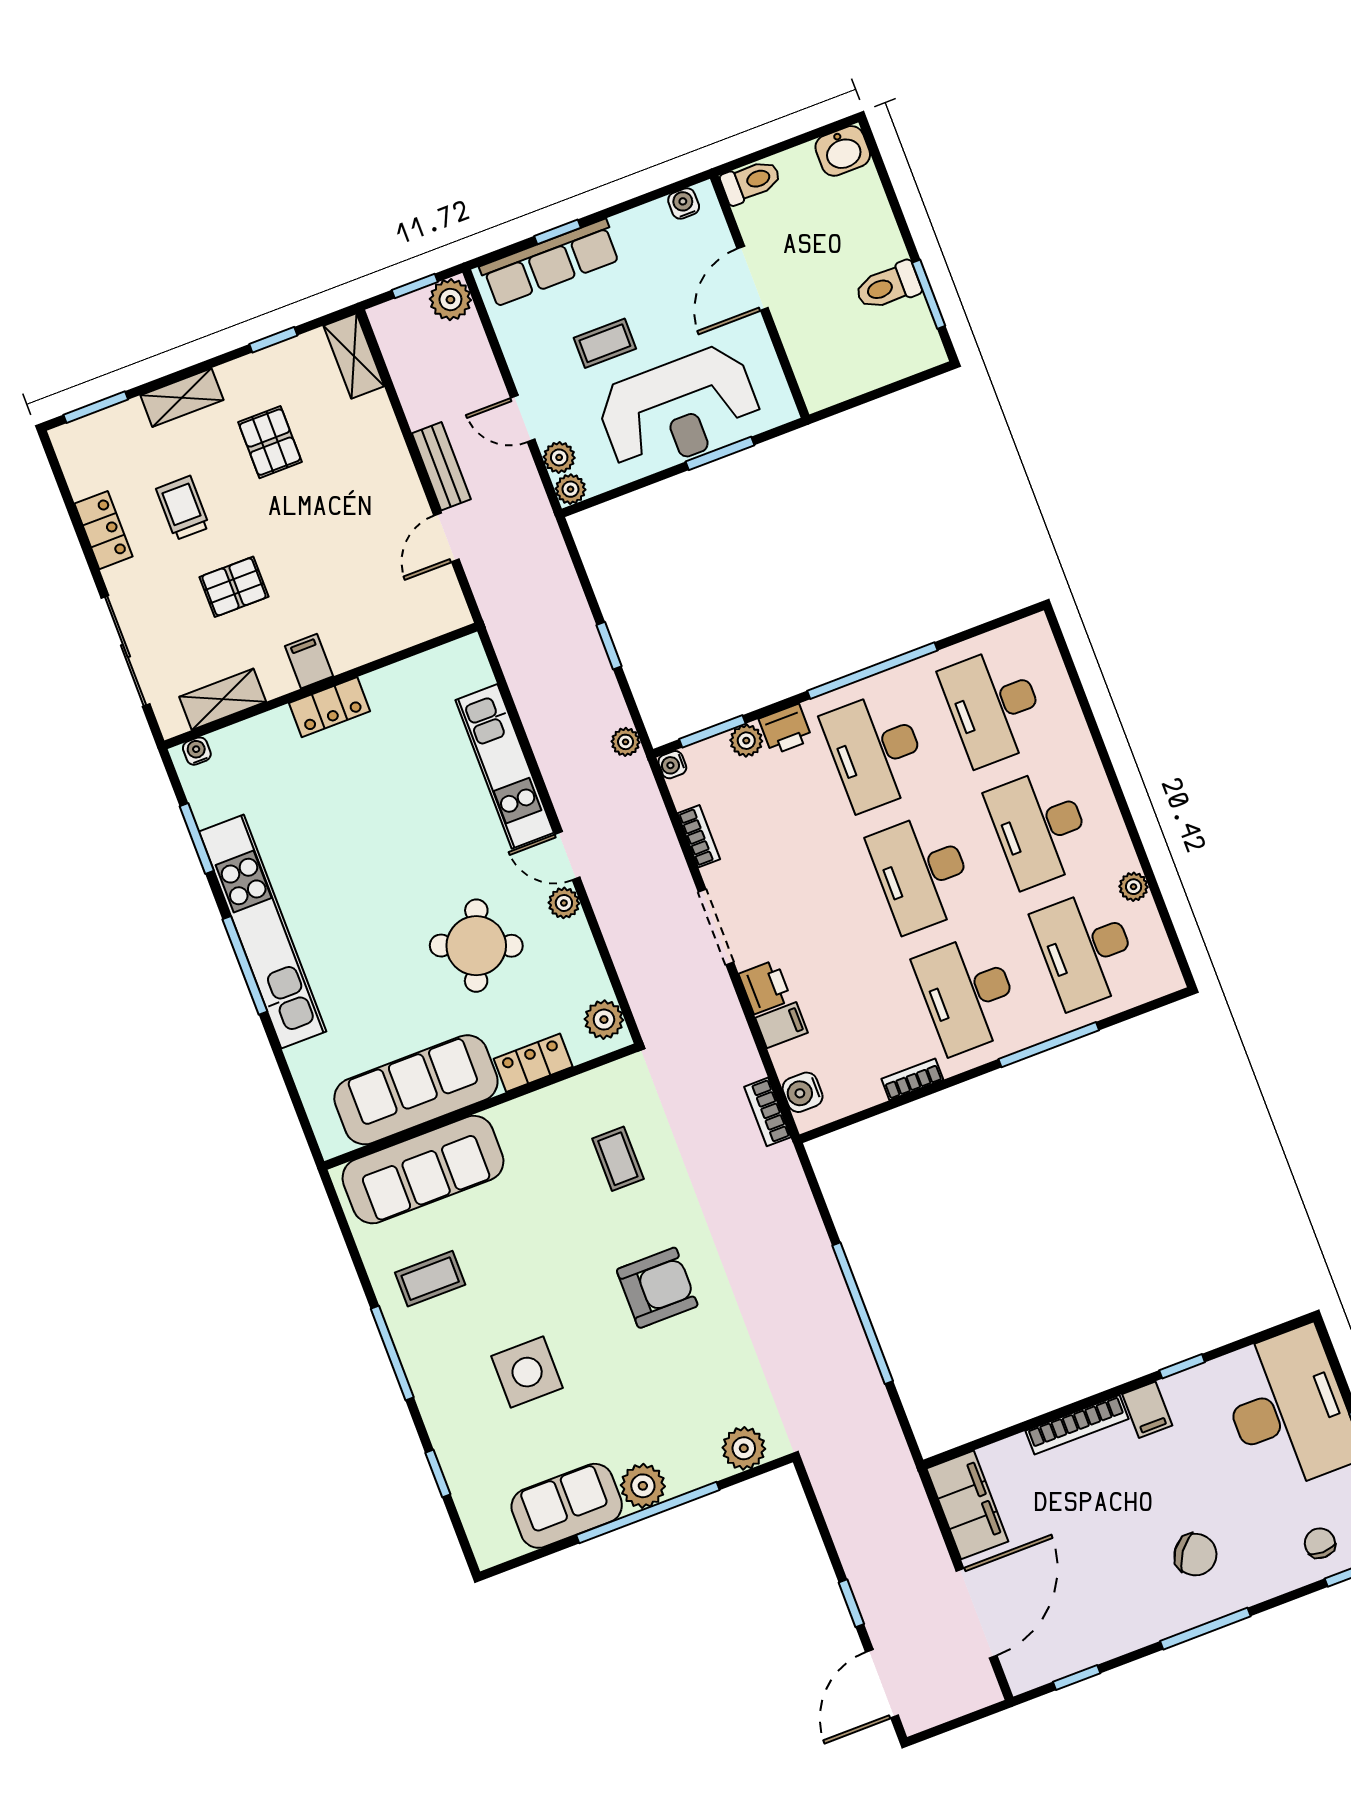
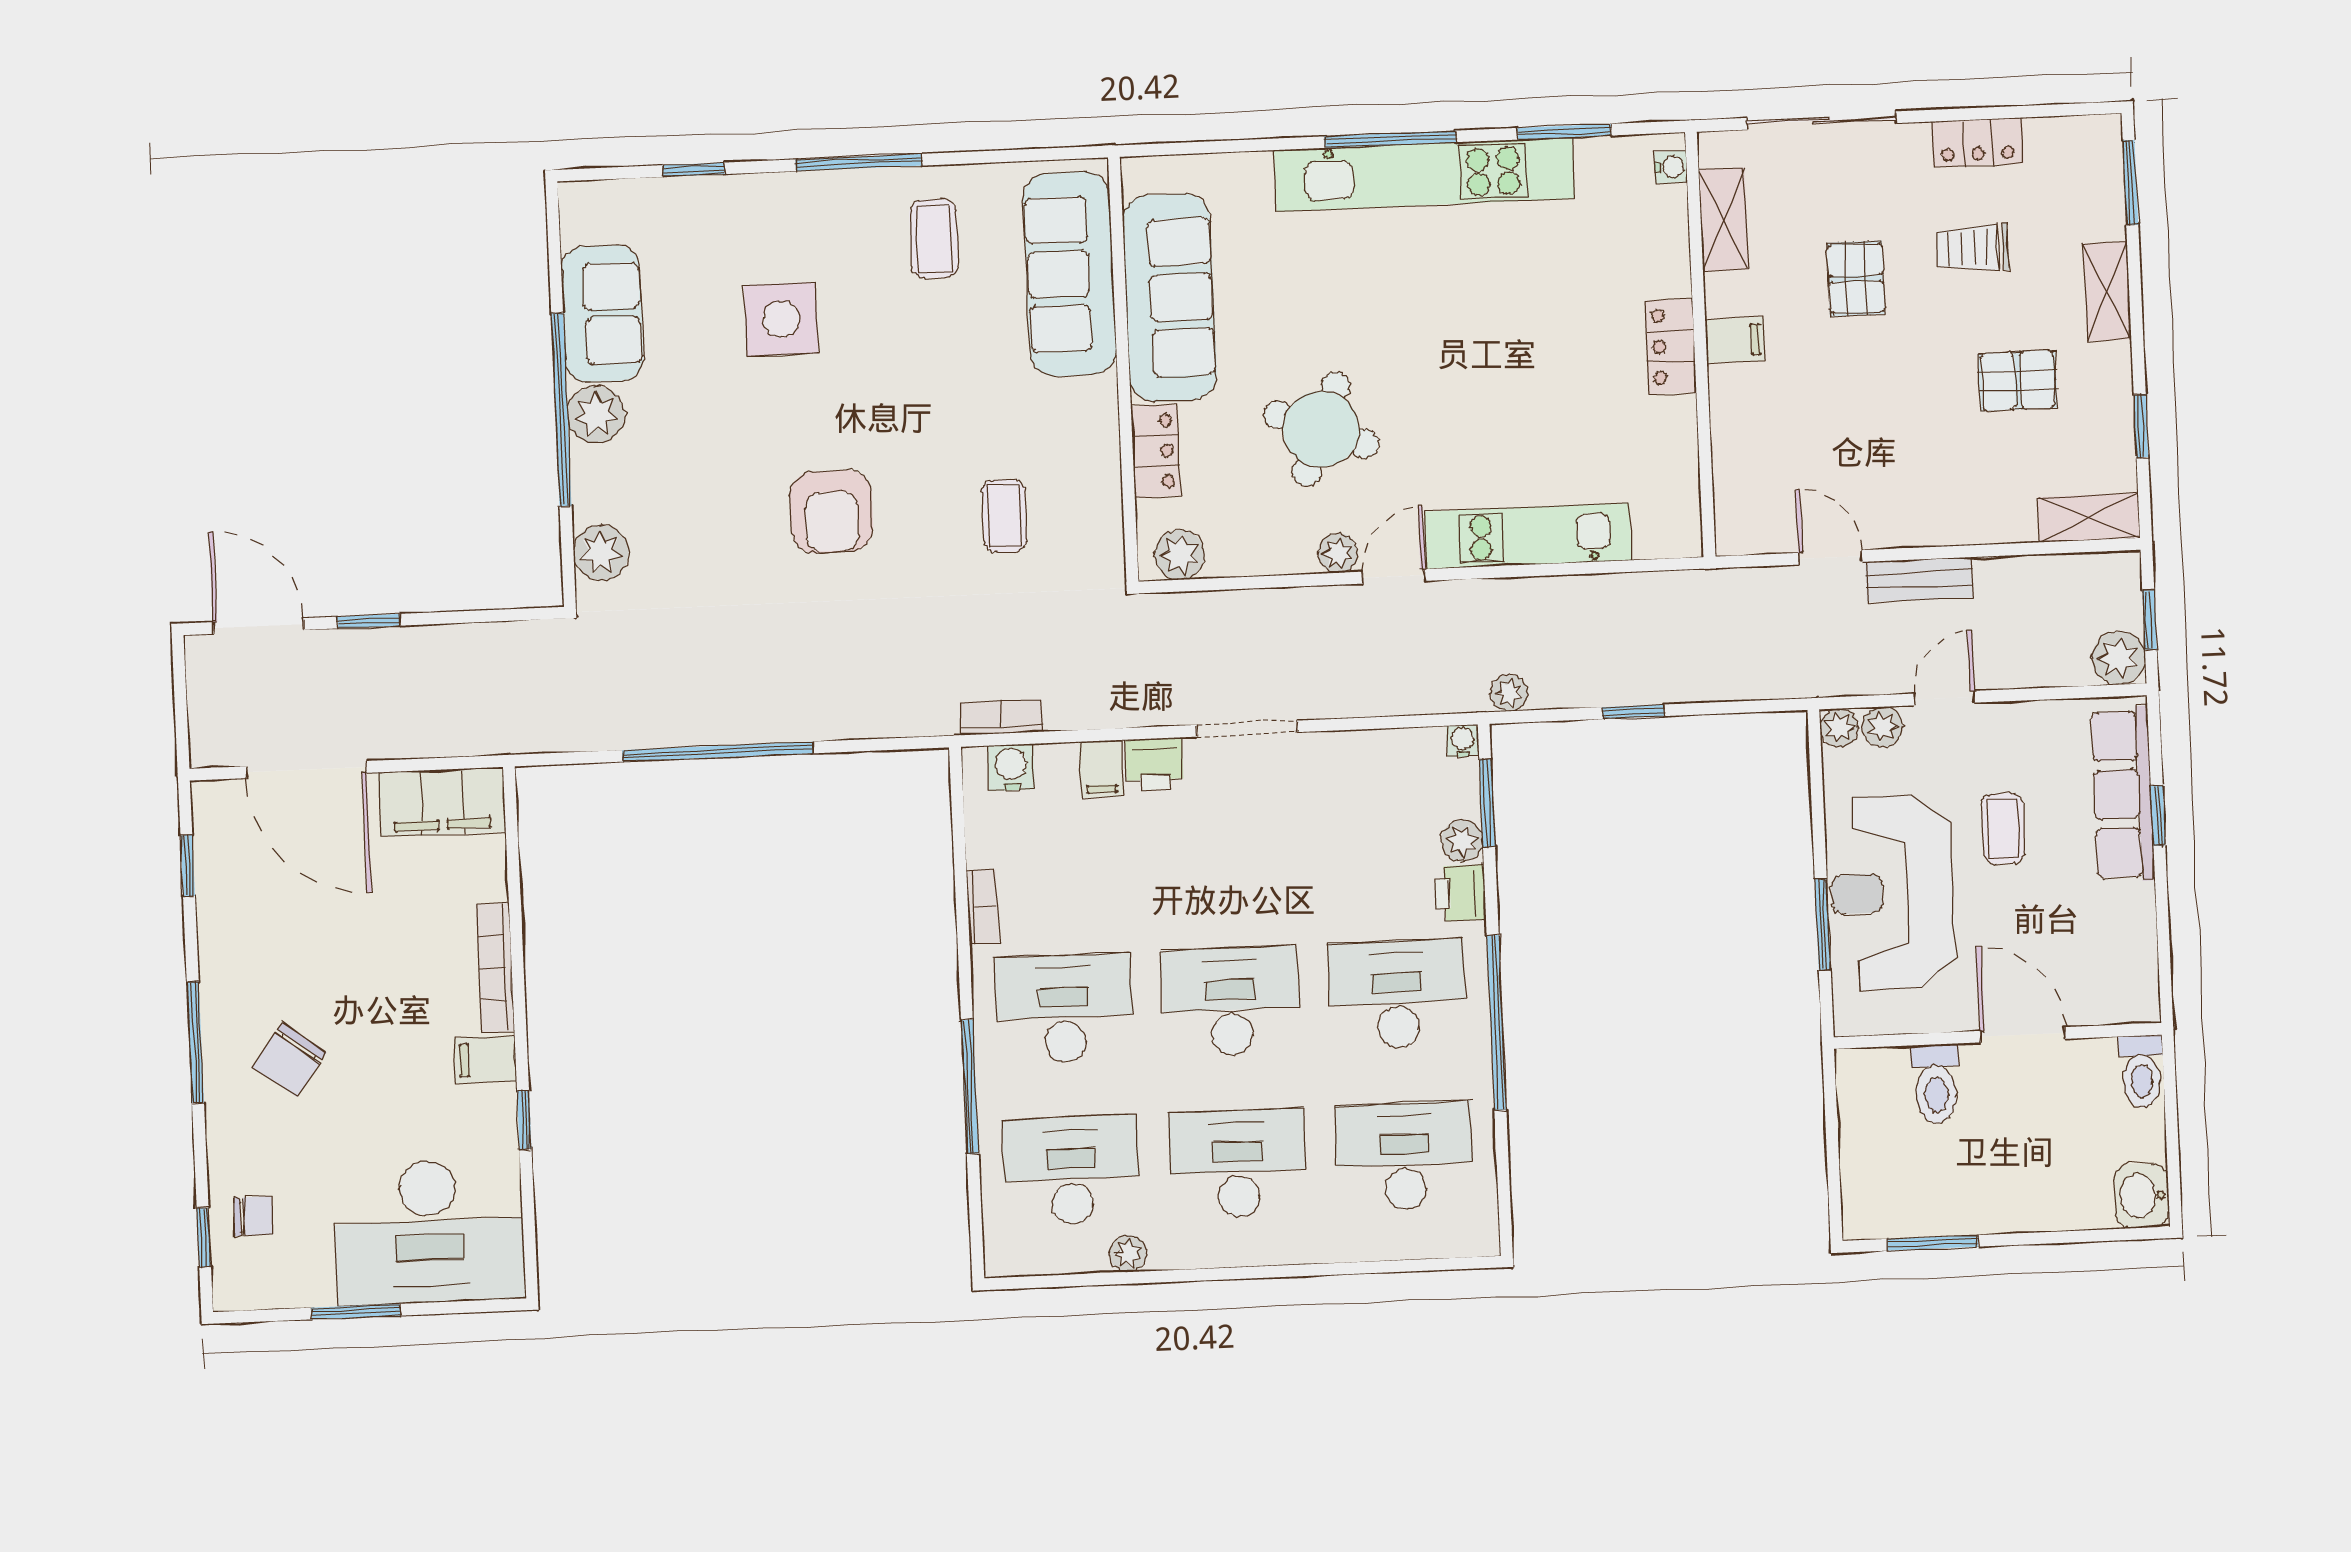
water cooler: (684, 203) -> (2142, 981), removed
toilet: (888, 286) -> (1936, 1084), moved, turned 180
trolley: (183, 508) -> (1973, 248), turned 180
bookcase: (699, 836) -> (1365, 744), removed
coffee table: (618, 1159) -> (1004, 516), turned 90

